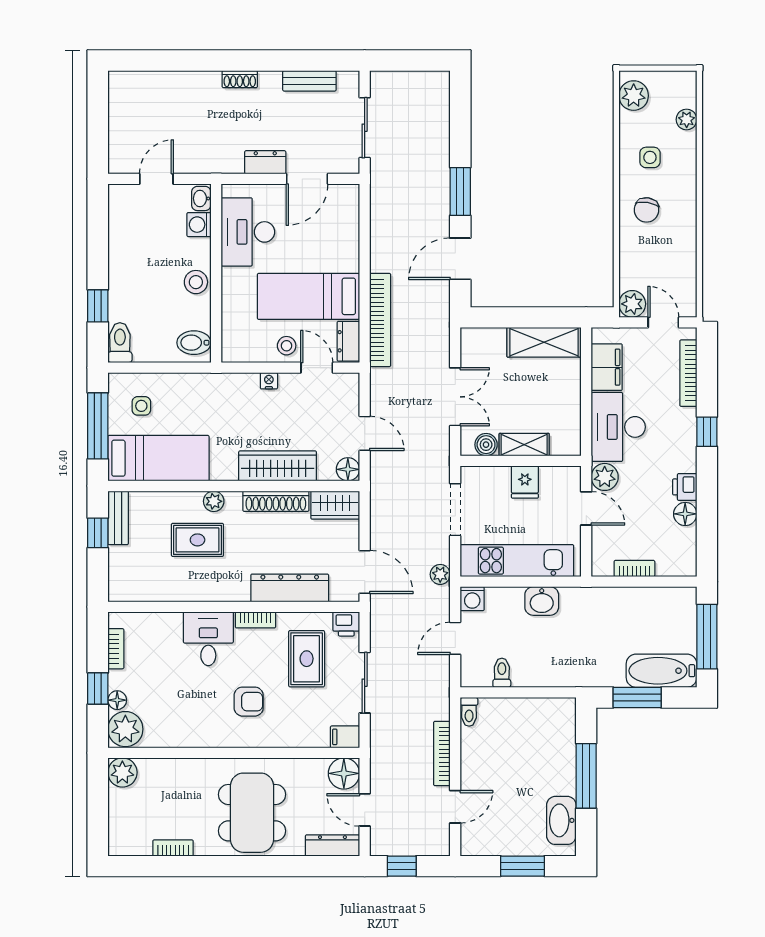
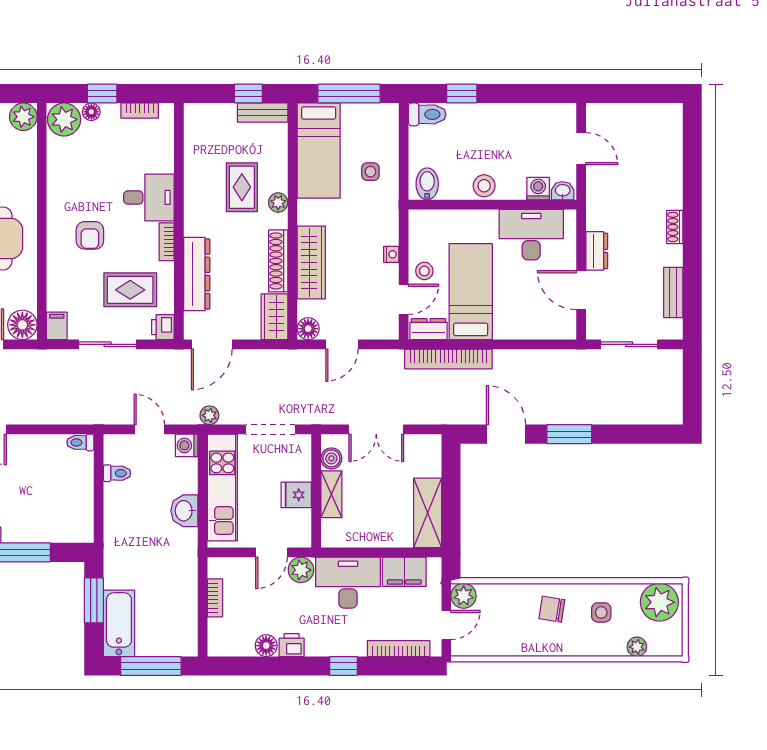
plant: (634, 96) -> (659, 602), width x1.36, depth x1.36
side table: (141, 406) -> (370, 172), moved
bookcase: (442, 754) -> (41, 417), removed

